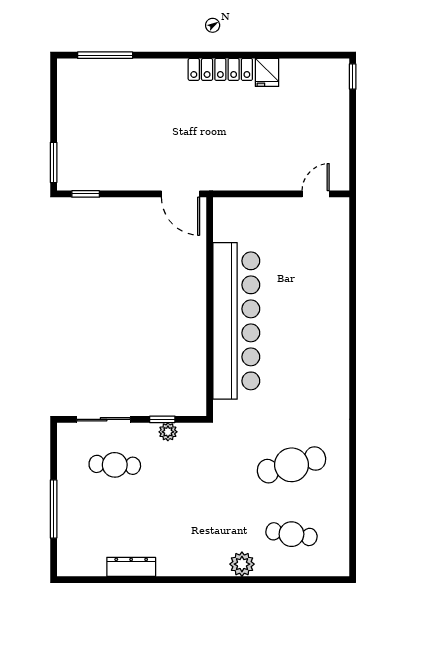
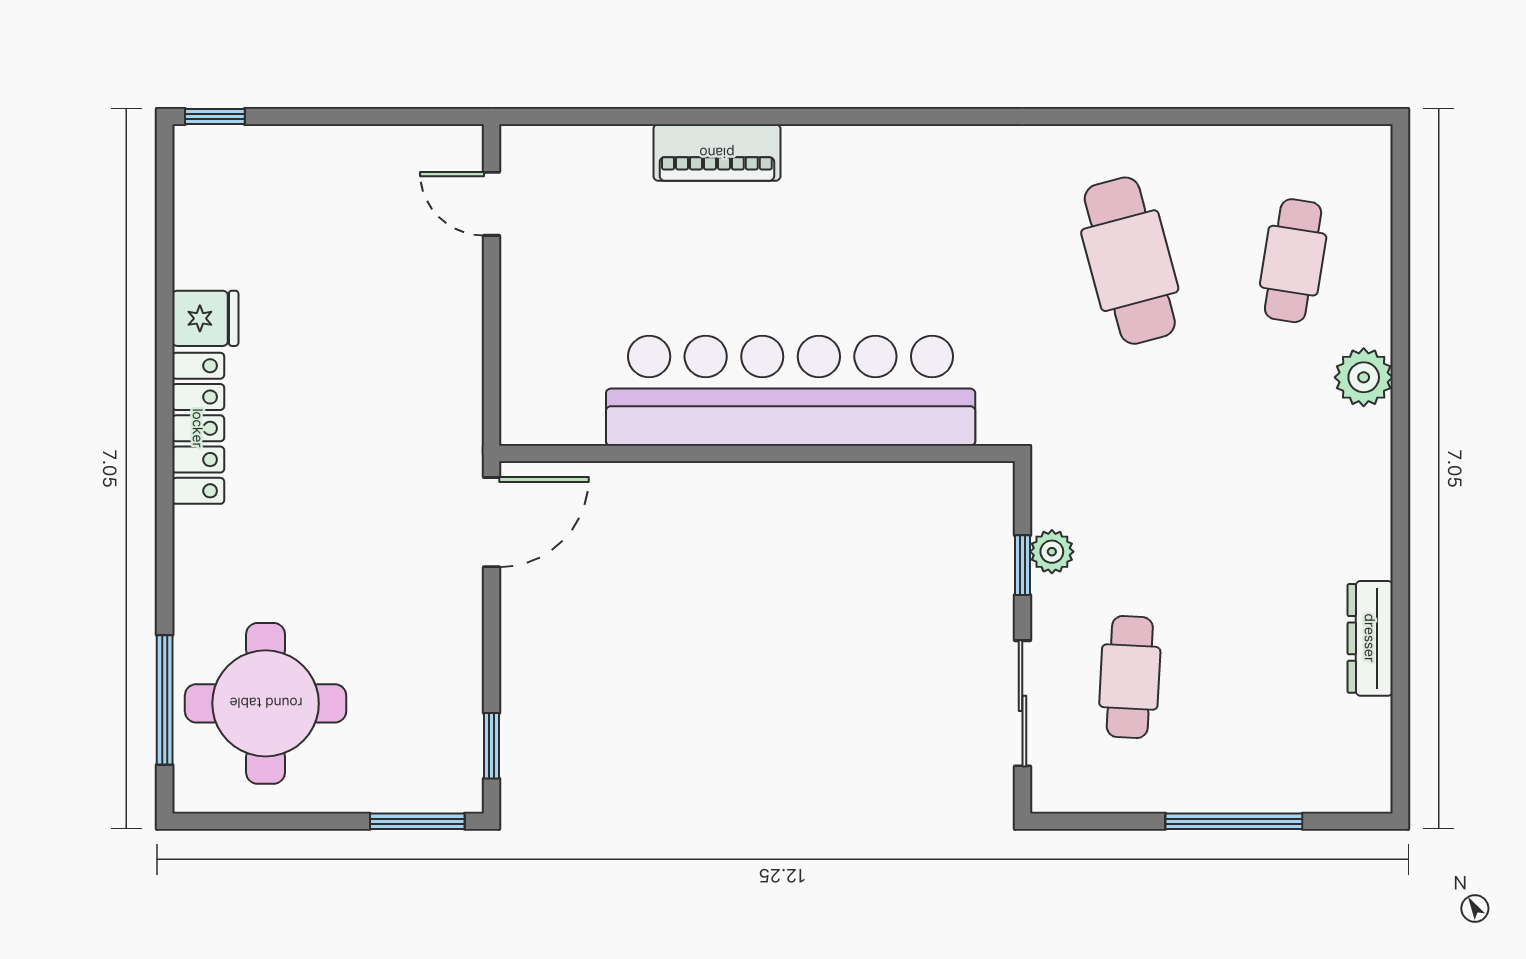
round table: (104, 98) -> (266, 703), added
piano: (337, 290) -> (717, 153), added

